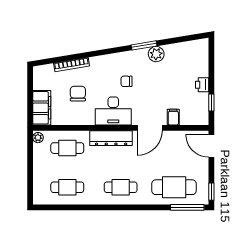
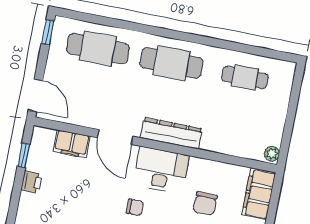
filing cabinet: (173, 117) -> (72, 144), width x2.00
door: (150, 128) -> (115, 137), swing flipped
cafe table: (67, 148) -> (234, 131), removed
cafe table: (121, 187) -> (171, 63), width x1.37, depth x1.35
window: (187, 207) -> (85, 17), removed

